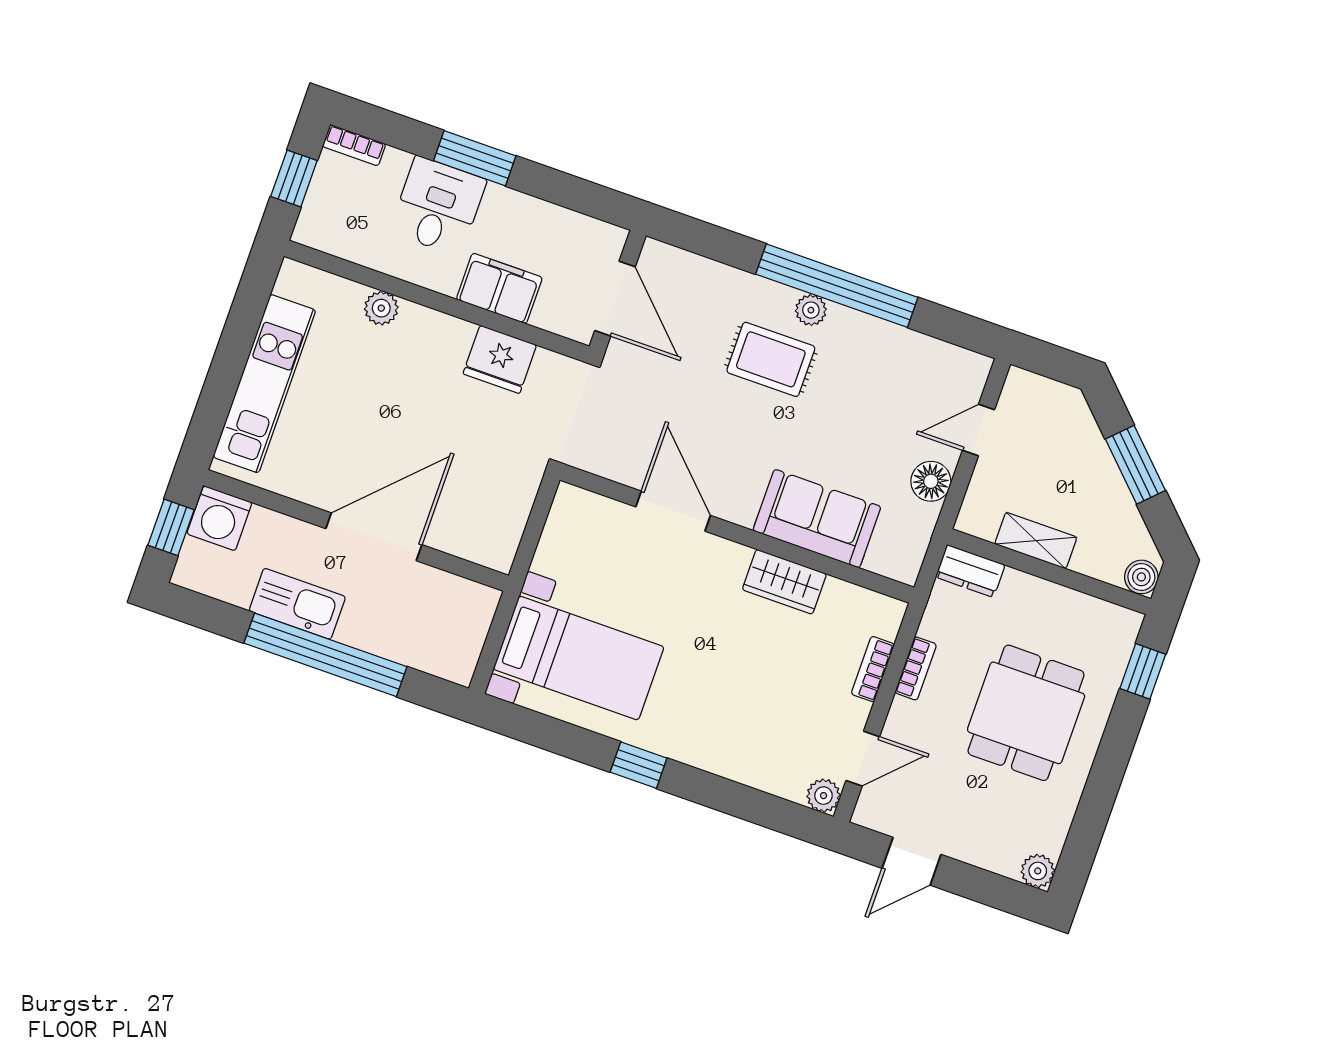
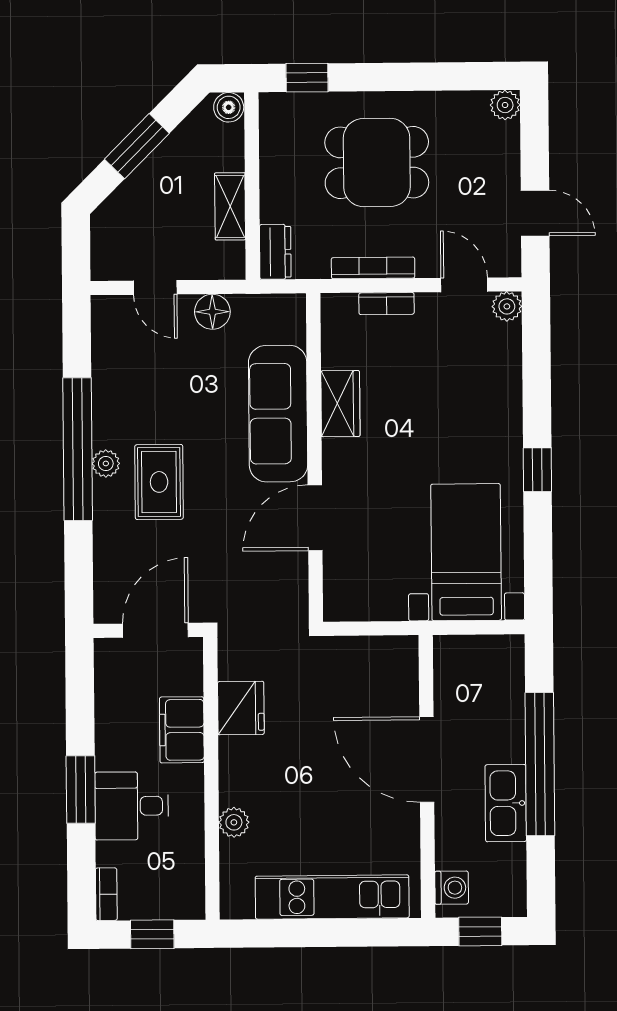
washing machine: (219, 518) -> (452, 888), width x0.73, depth x0.73
sofa: (817, 519) -> (278, 414), width x1.36
bookcase: (916, 668) -> (373, 268), width x1.56

